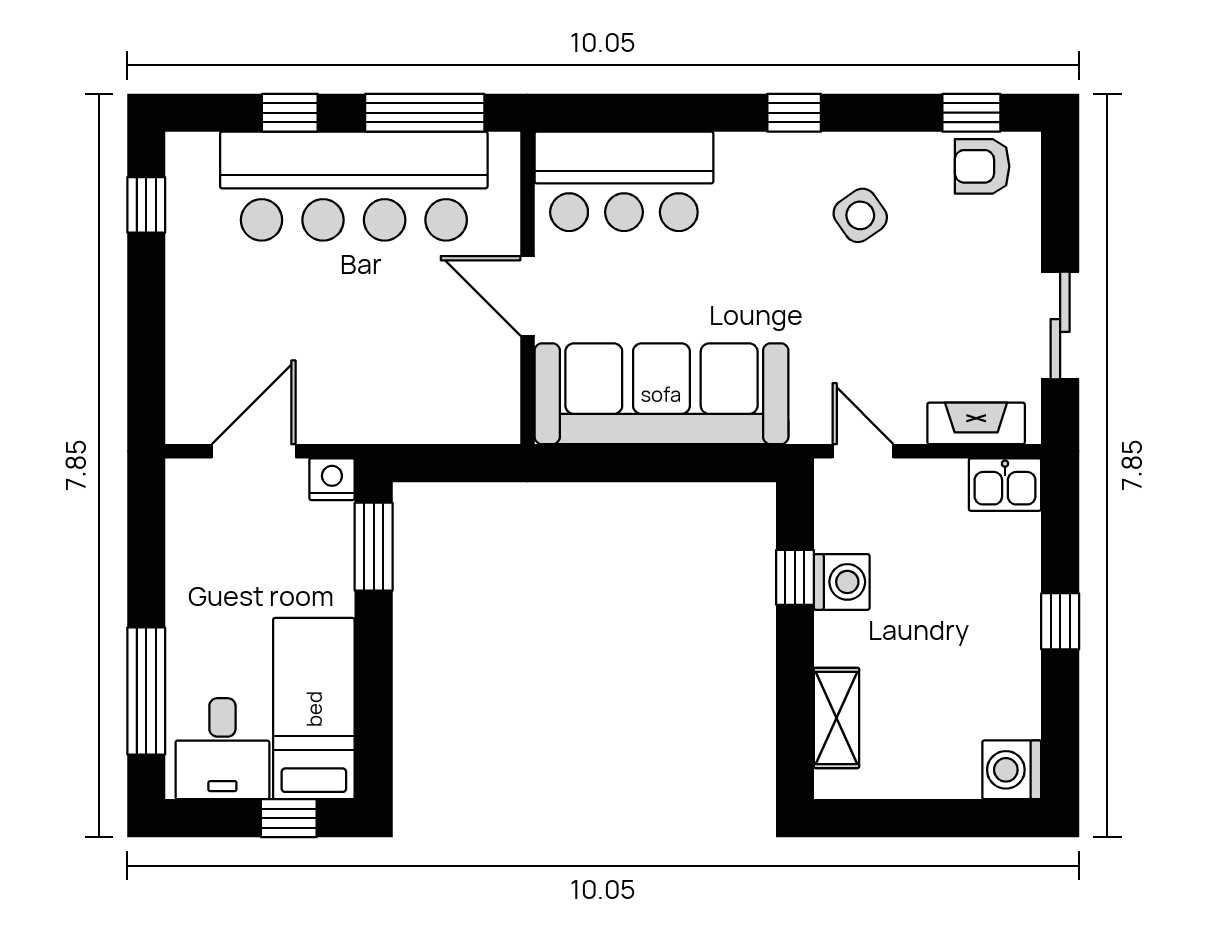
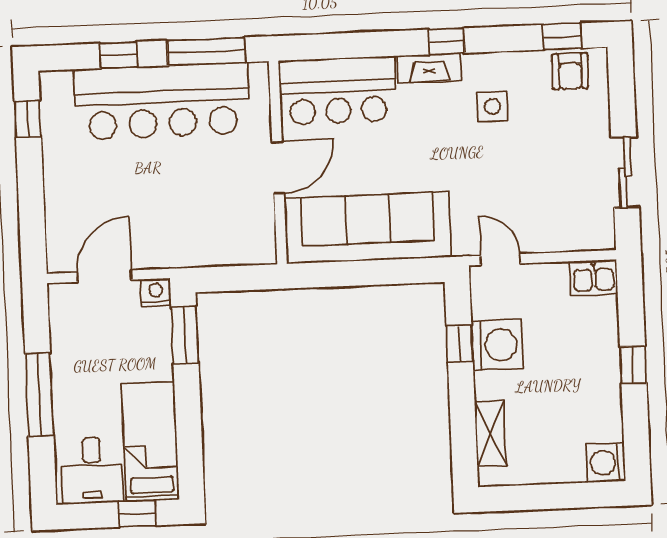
armchair: (982, 166) -> (570, 71), turned -90
side table: (860, 215) -> (492, 106), turned 35
door: (527, 296) -> (278, 168), swing flipped
fireplace: (976, 423) -> (429, 68), moved, turned 180
washing machine: (842, 582) -> (497, 345), width x1.37, depth x1.37
window: (146, 691) -> (39, 395), moved

